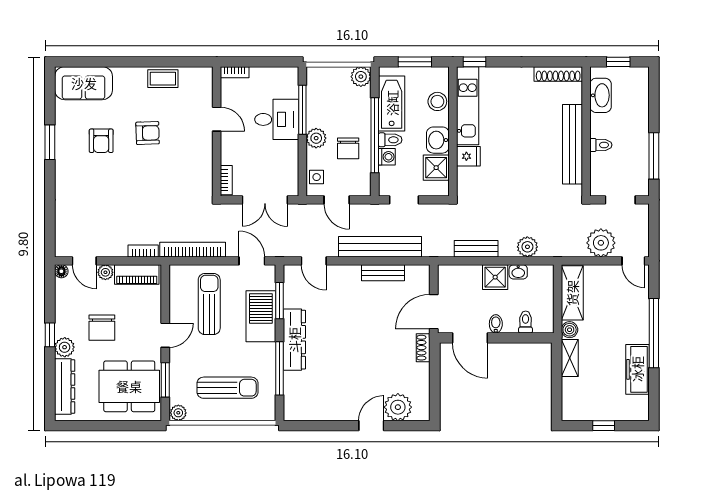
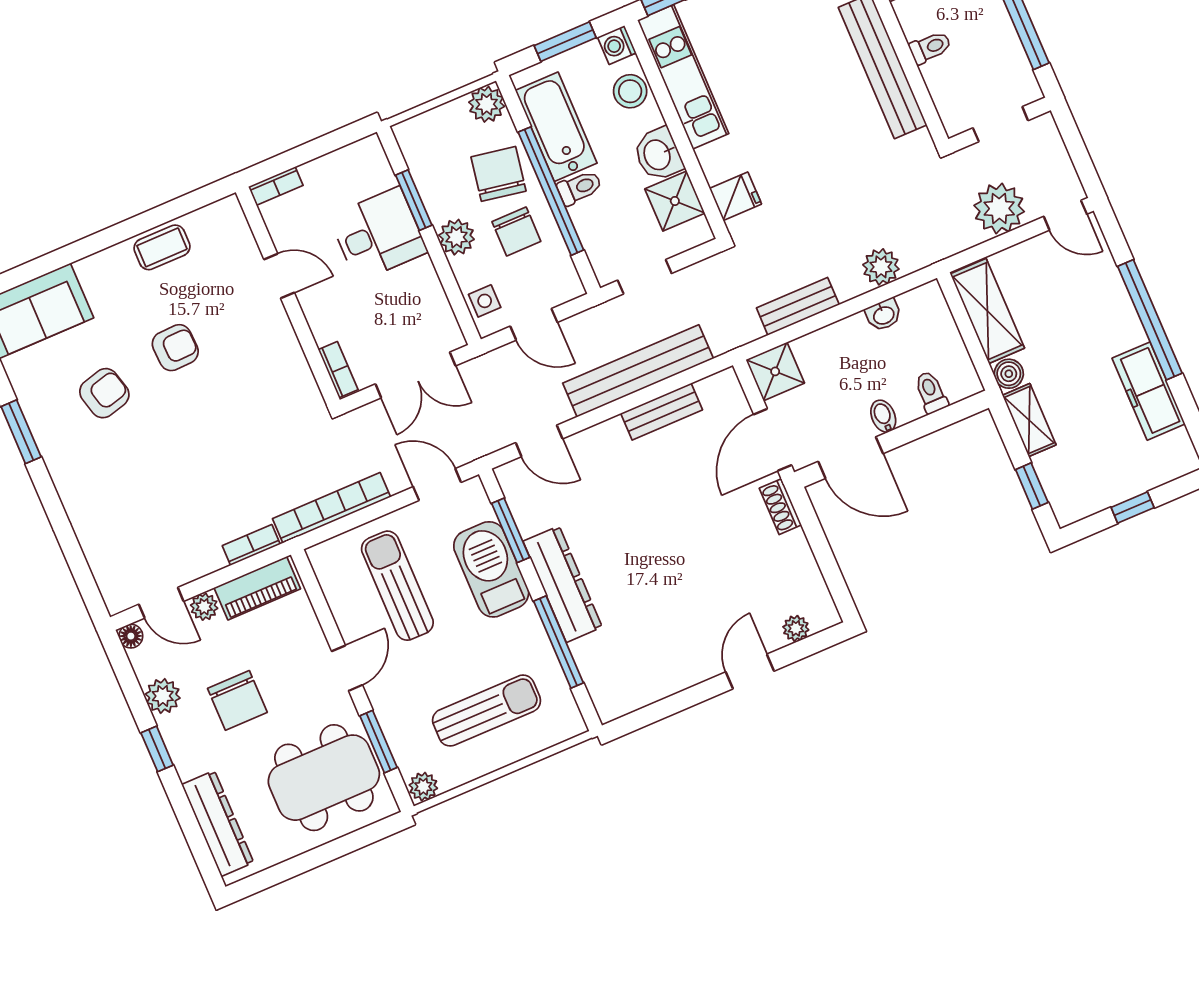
window: (302, 110) -> (414, 200), width x0.69
chair: (352, 115) -> (499, 174), added
armchair: (101, 141) -> (104, 393), turned -105
fridge: (468, 156) -> (735, 196), moved
washing machine: (387, 157) -> (617, 45), moved, turned 180
shower: (495, 277) -> (775, 371), moved
plant: (65, 347) -> (163, 696), moved
window: (557, 392) -> (1032, 486), added
plant: (398, 407) -> (796, 628), width x0.53, depth x0.53

